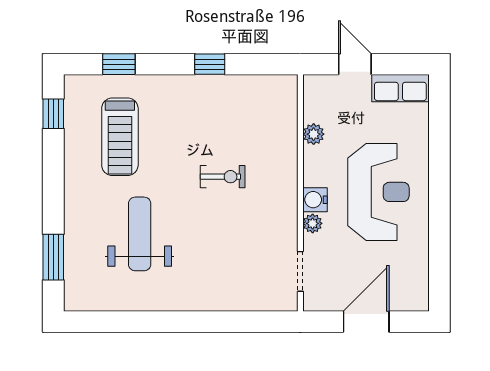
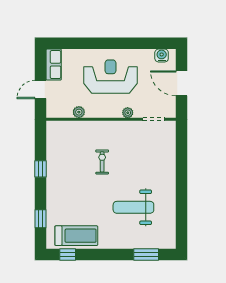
treadmill: (120, 137) -> (76, 236), moved
water cooler: (315, 200) -> (162, 56), moved, turned 180

